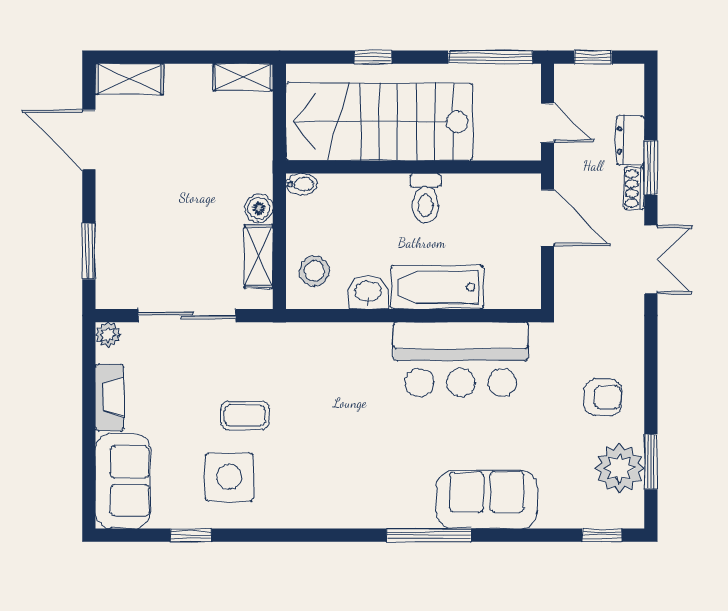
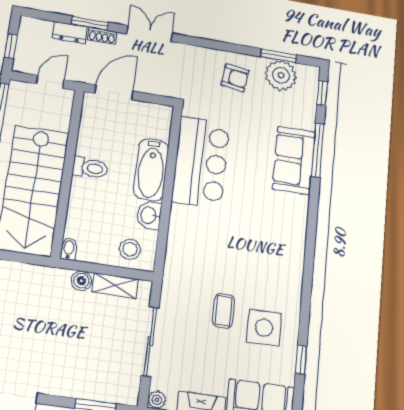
armchair: (603, 397) -> (235, 78), turned 98
window: (429, 535) -> (318, 150), moved

